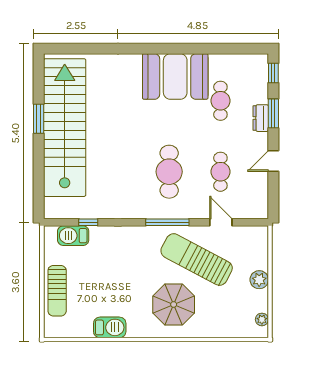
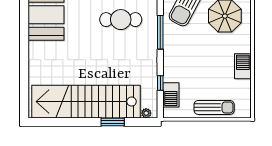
window: (39, 119) -> (113, 122), moved
plant: (50, 204) -> (146, 113), added
window: (167, 222) -> (160, 32), moved

